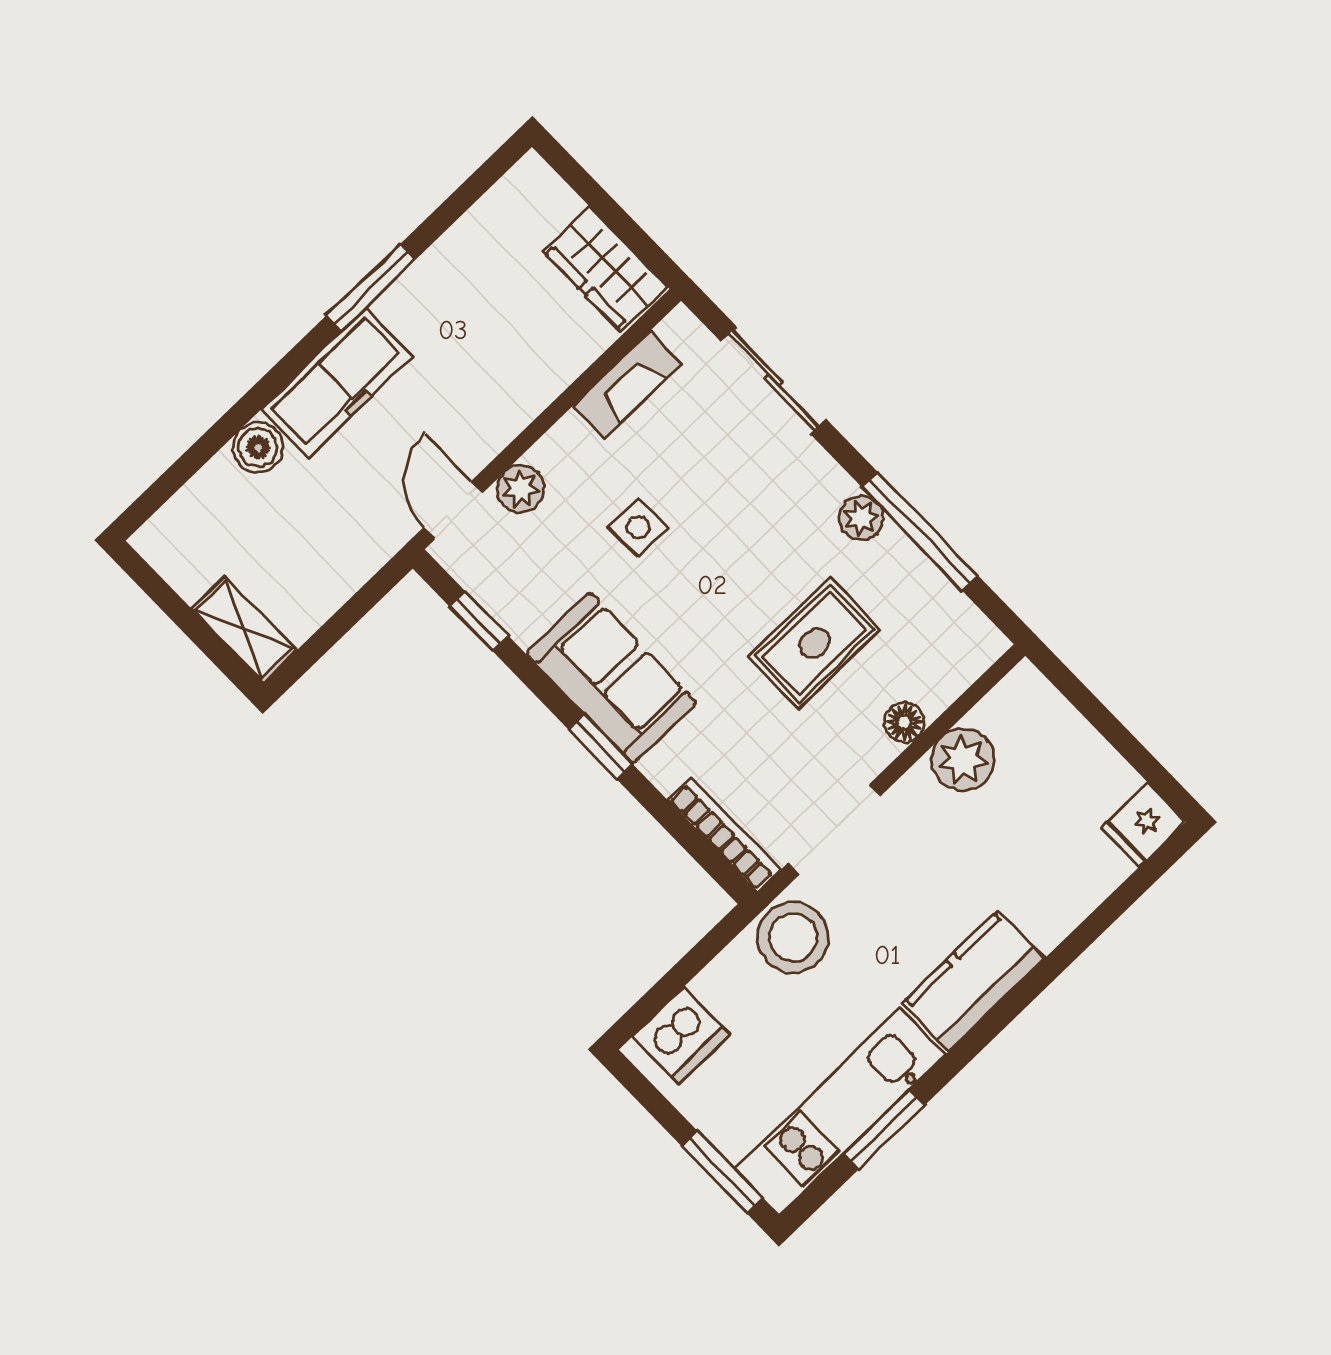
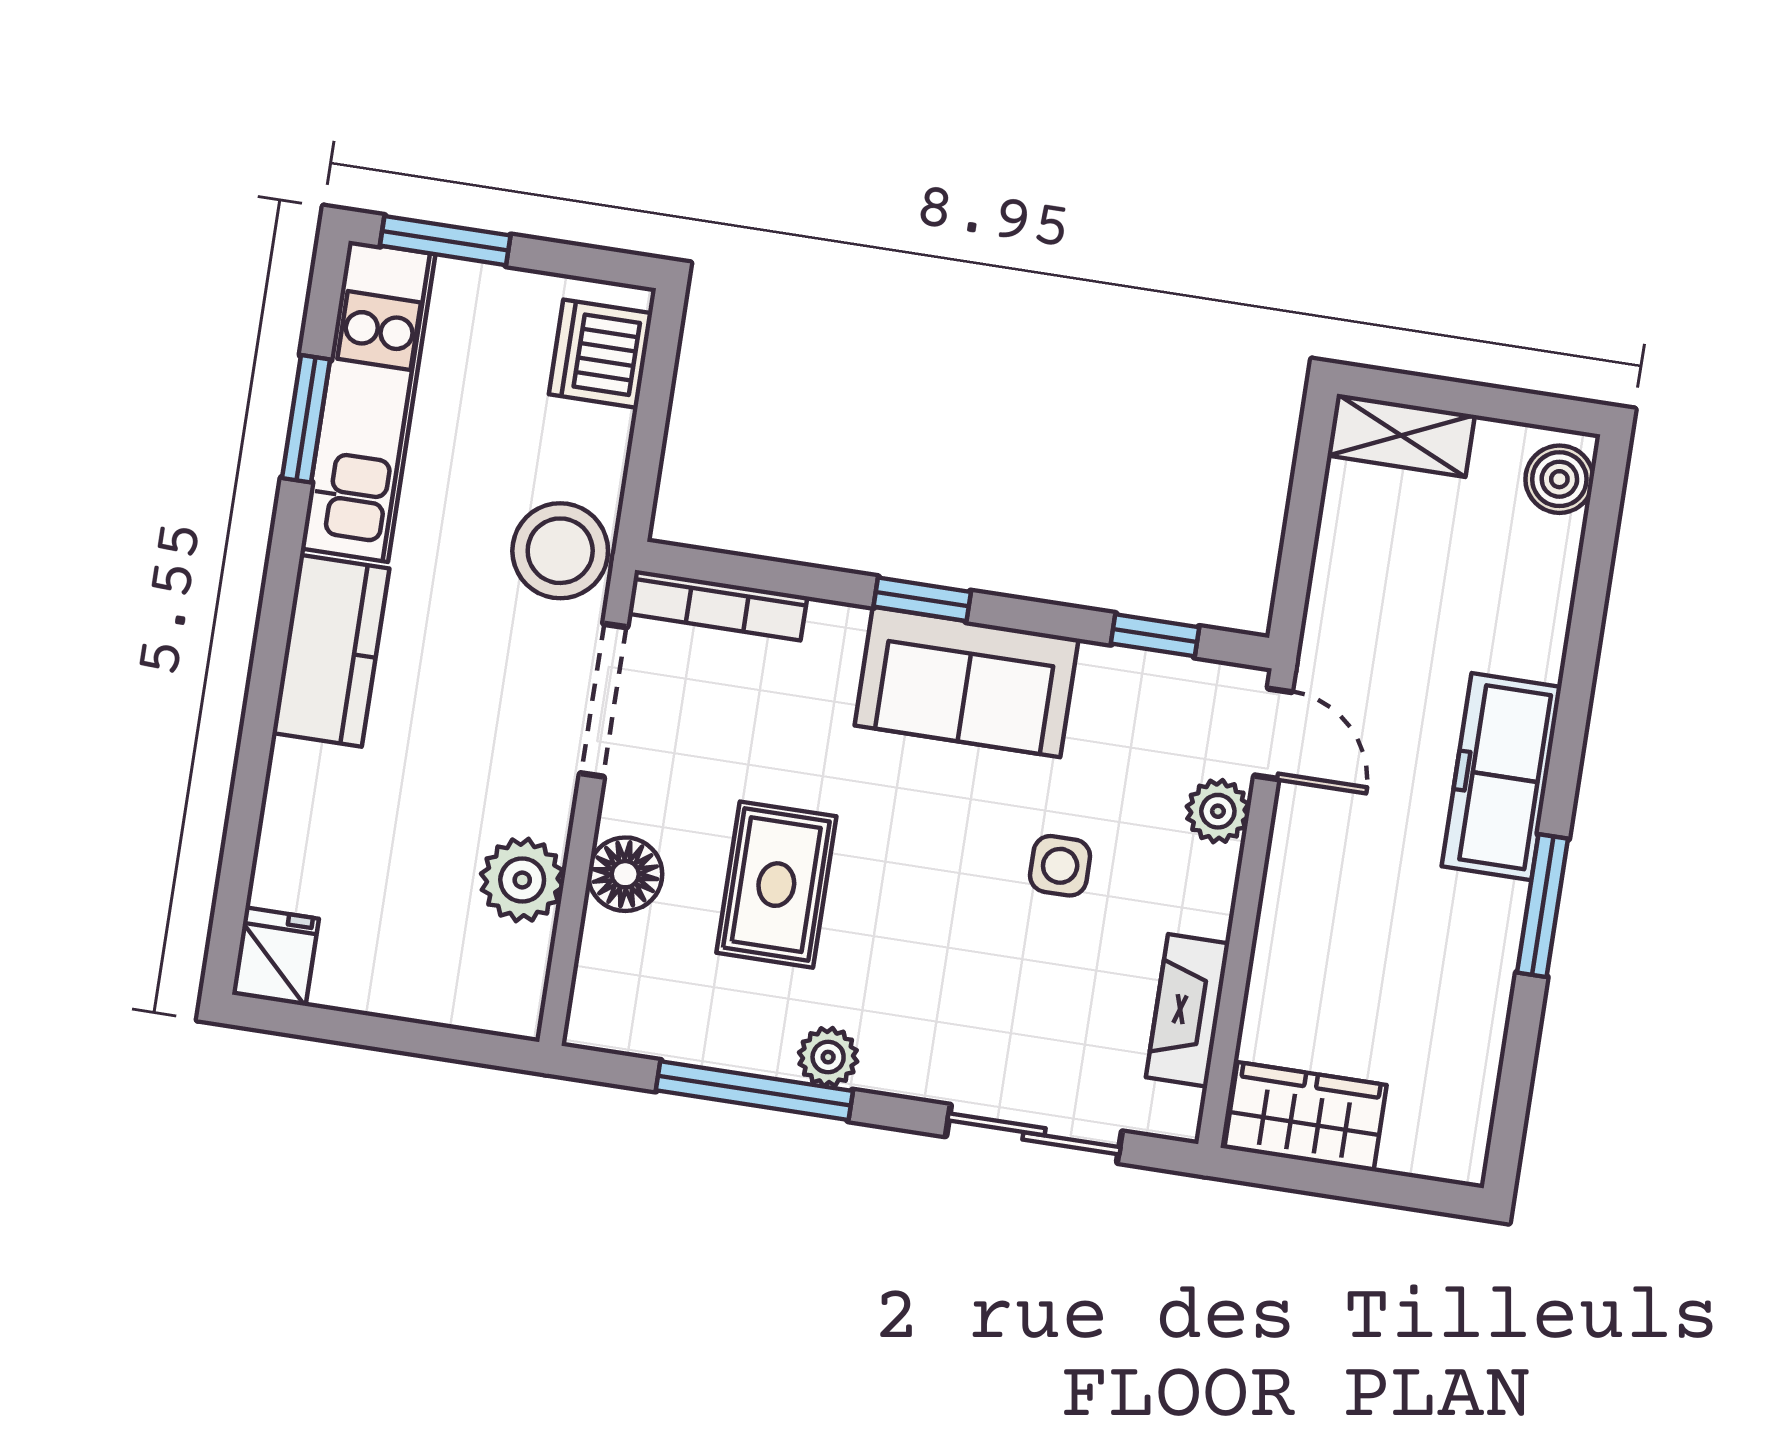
boiler: (258, 447) -> (1559, 479), moved
floor lamp: (904, 722) -> (625, 874), width x1.37, depth x1.37

